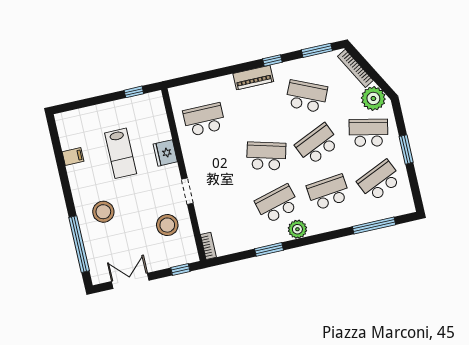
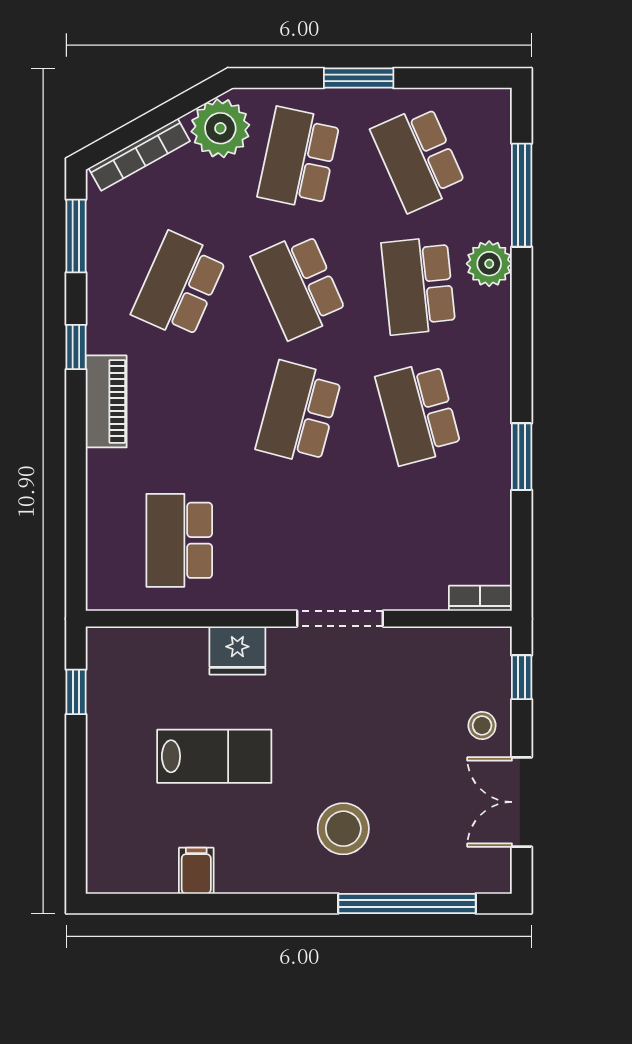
doorway: (187, 191) -> (340, 619), width x1.38
stool: (167, 225) -> (482, 725), moved, width x0.53, depth x0.53
plant: (297, 229) -> (489, 264), moved

